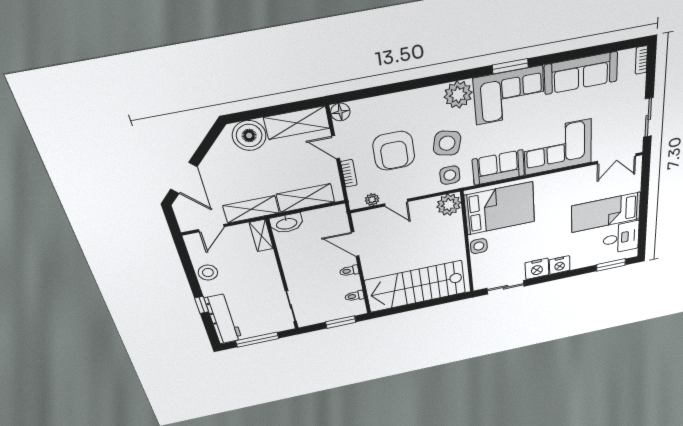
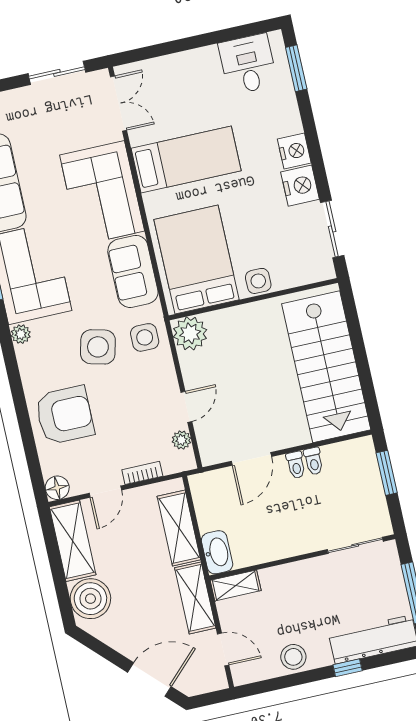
plant: (458, 95) -> (21, 334), width x0.53, depth x0.53
armchair: (394, 151) -> (65, 415), moved
bed: (606, 212) -> (186, 159), moved, turned -90
toilet: (354, 296) -> (314, 461), moved

